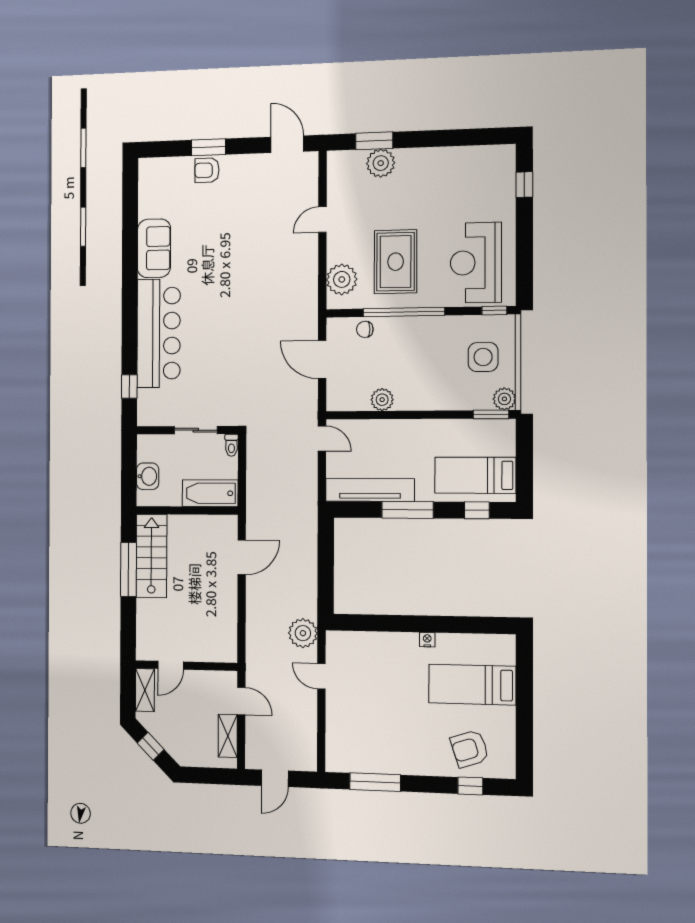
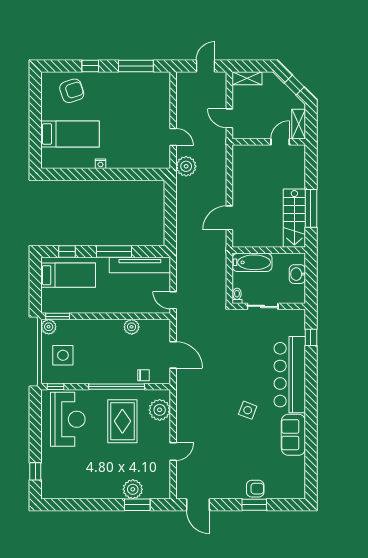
side table: (217, 282) -> (248, 410), added
shelving: (228, 736) -> (247, 78), moved, turned 90
window: (470, 786) -> (90, 66), moved

